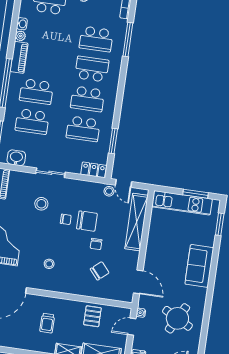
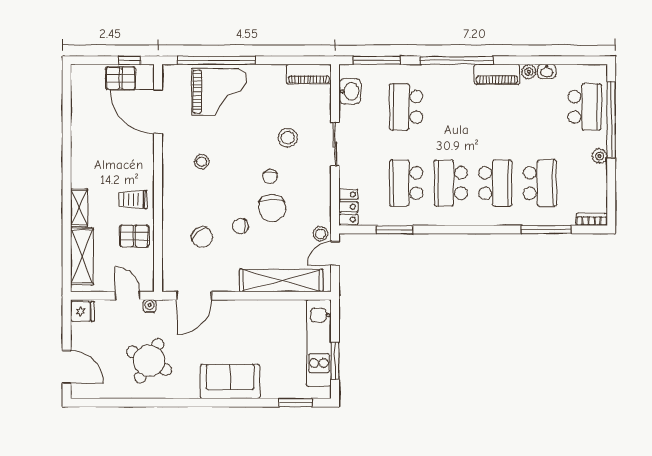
school desk: (96, 39) -> (540, 183), turned 180
school desk: (36, 92) -> (451, 107), removed
trolley: (47, 323) -> (133, 200), moved

